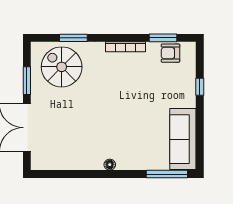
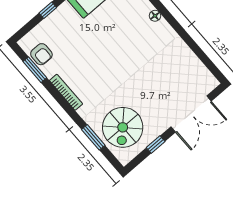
window: (27, 81) -> (156, 145), width x0.67
floor lamp: (110, 165) -> (155, 16), moved

